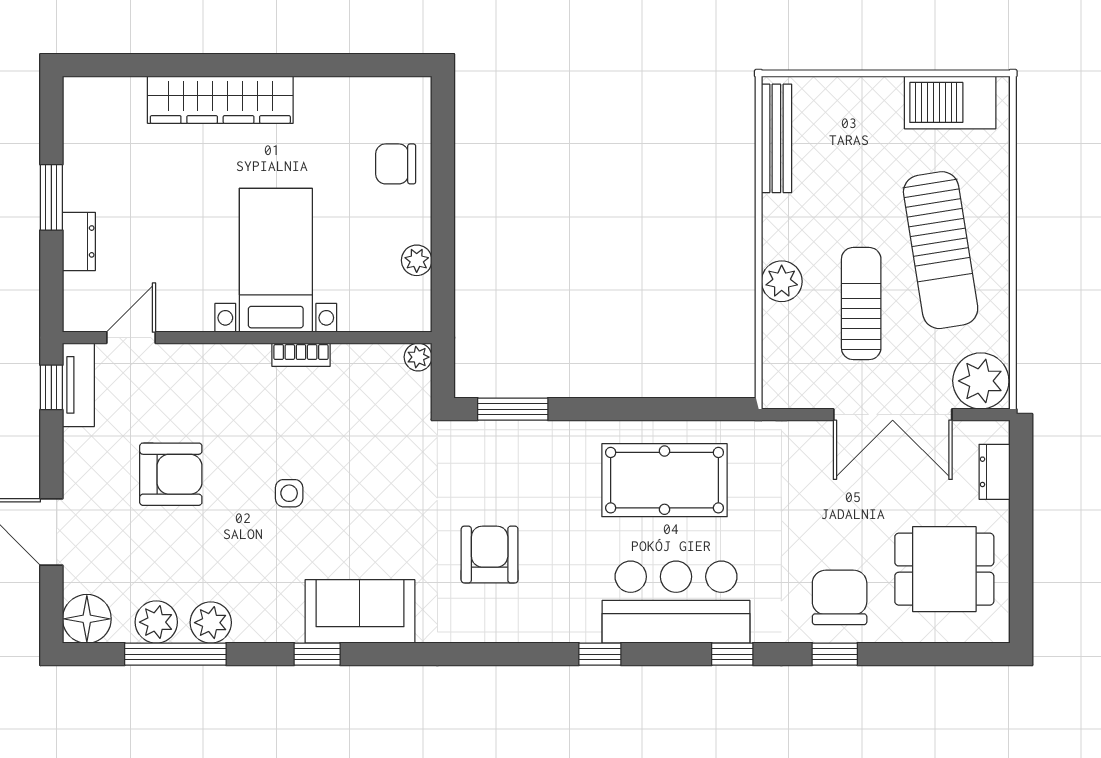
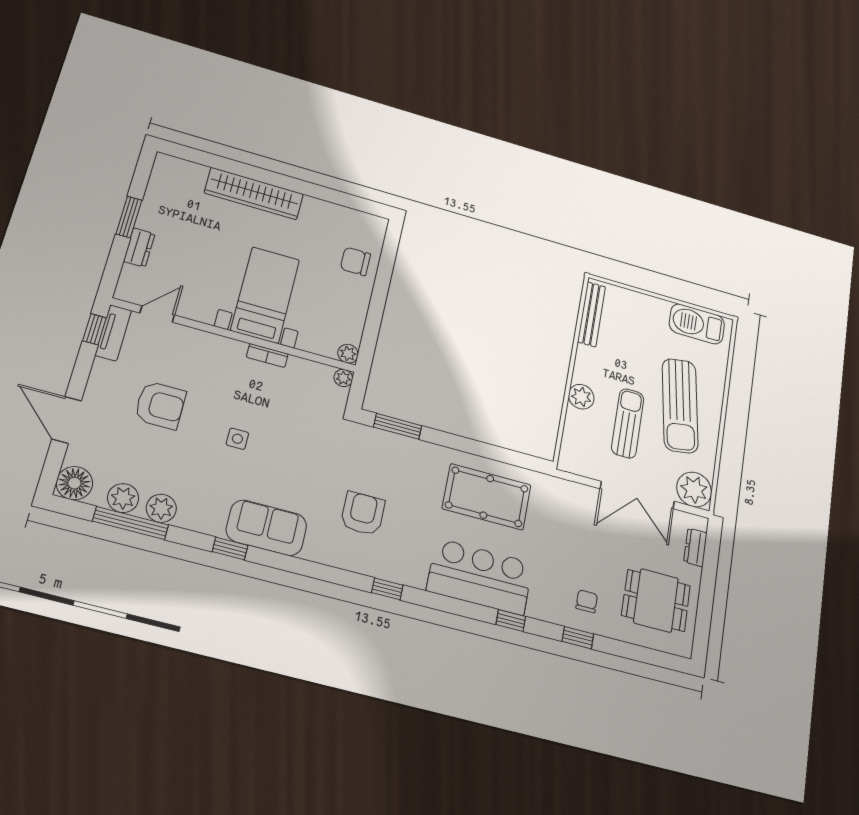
plant: (417, 260) -> (348, 354), moved
chair: (840, 597) -> (587, 601), width x0.54, depth x0.54
window: (600, 654) -> (387, 589), moved

